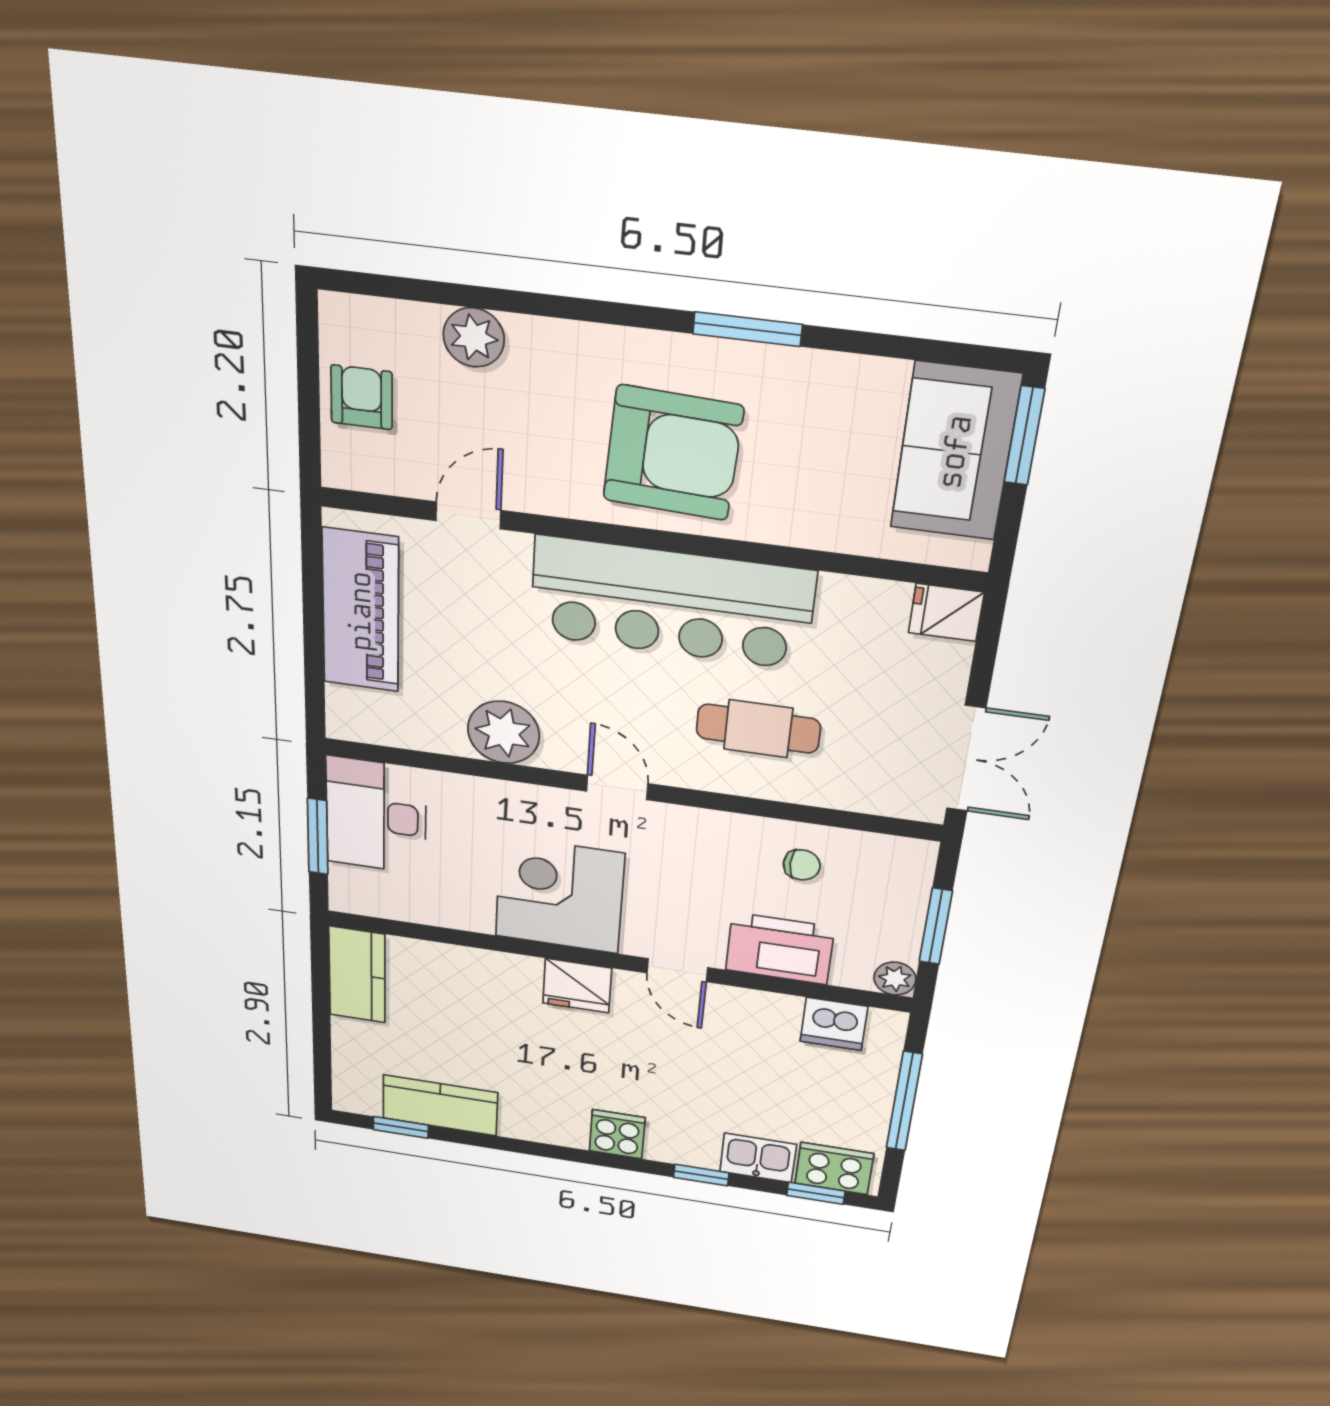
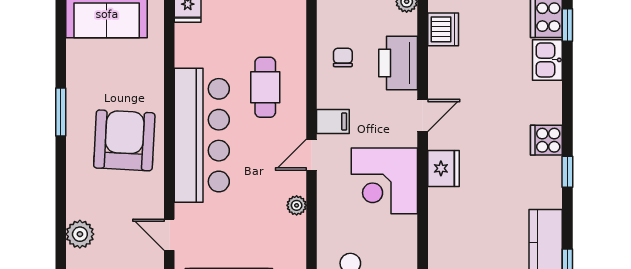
plant: (503, 732) -> (297, 205), width x0.53, depth x0.53
filing cabinet: (679, 831) -> (333, 122), added
window: (701, 1175) -> (567, 172), moved

